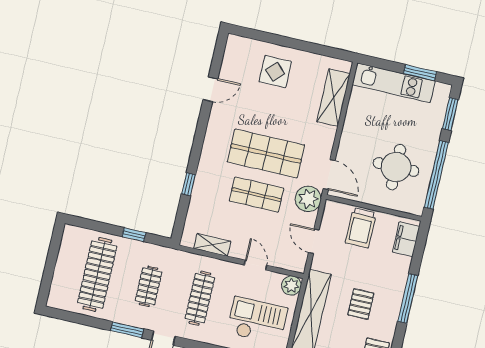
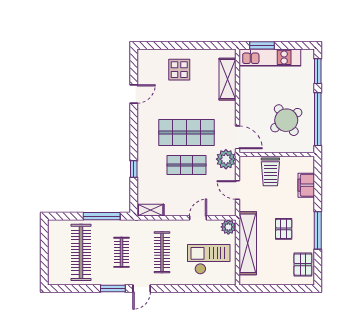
window: (420, 73) -> (262, 45), moved
round table: (396, 167) -> (286, 120), turned -34
window: (134, 235) -> (102, 216), width x2.17
filing cabinet: (406, 239) -> (306, 185), moved
shelving: (212, 245) -> (151, 210), moved
door: (256, 265) -> (198, 218), hinge flipped
window: (408, 298) -> (318, 230), moved

